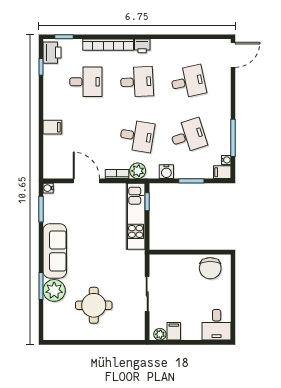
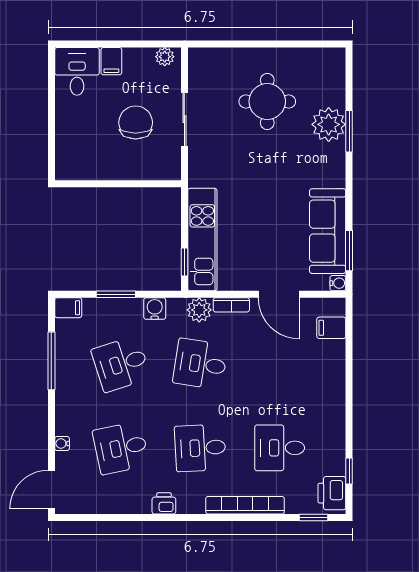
printer: (142, 46) -> (164, 503), moved
filing cabinet: (52, 127) -> (331, 328), moved
water cooler: (226, 160) -> (62, 443), moved
sofa: (55, 251) -> (328, 231), moved
chair: (210, 268) -> (136, 123), moved
filing cabinet: (174, 331) -> (111, 61), moved

